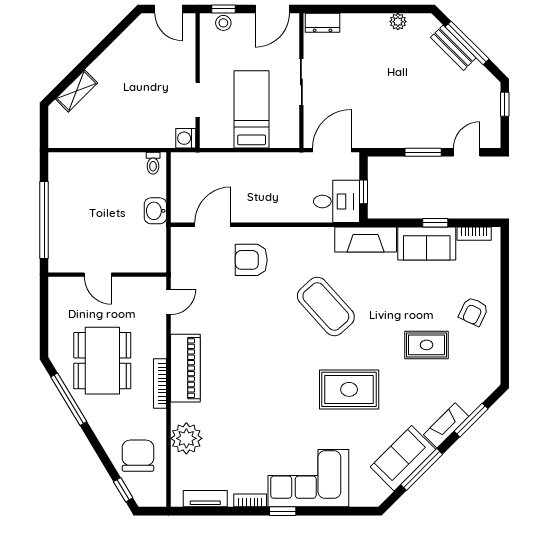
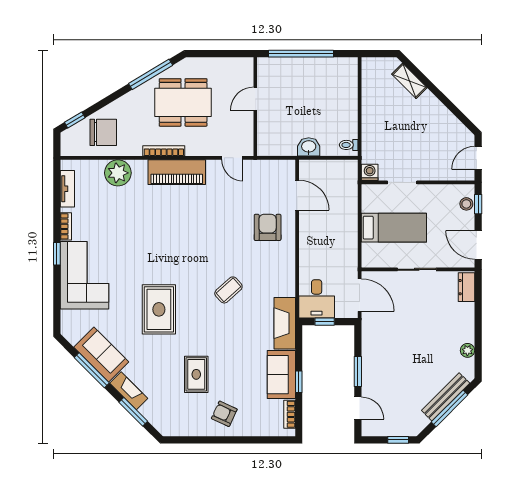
bench: (453, 48) -> (446, 397), width x1.36
coffee table: (326, 306) -> (228, 290), width x0.54, depth x0.58

